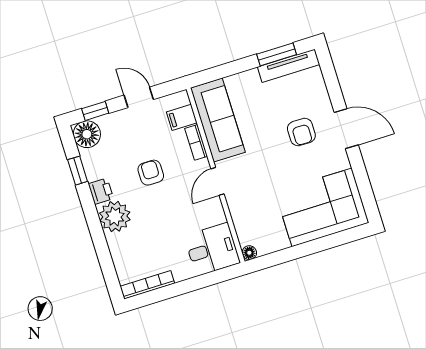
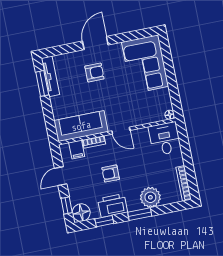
printer: (101, 191) -> (113, 205), width x1.87, depth x1.48
plant: (115, 216) -> (150, 197), moved
window: (94, 223) -> (140, 214), added

